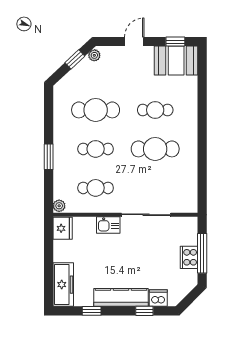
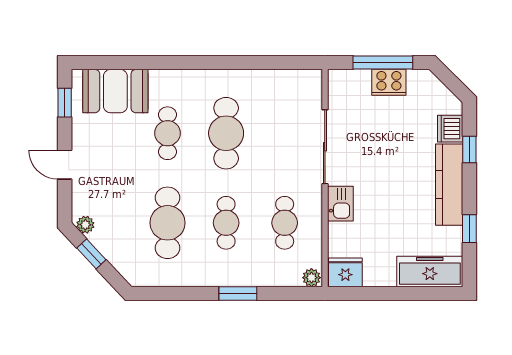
booth: (176, 61) -> (115, 91), moved, turned 90

